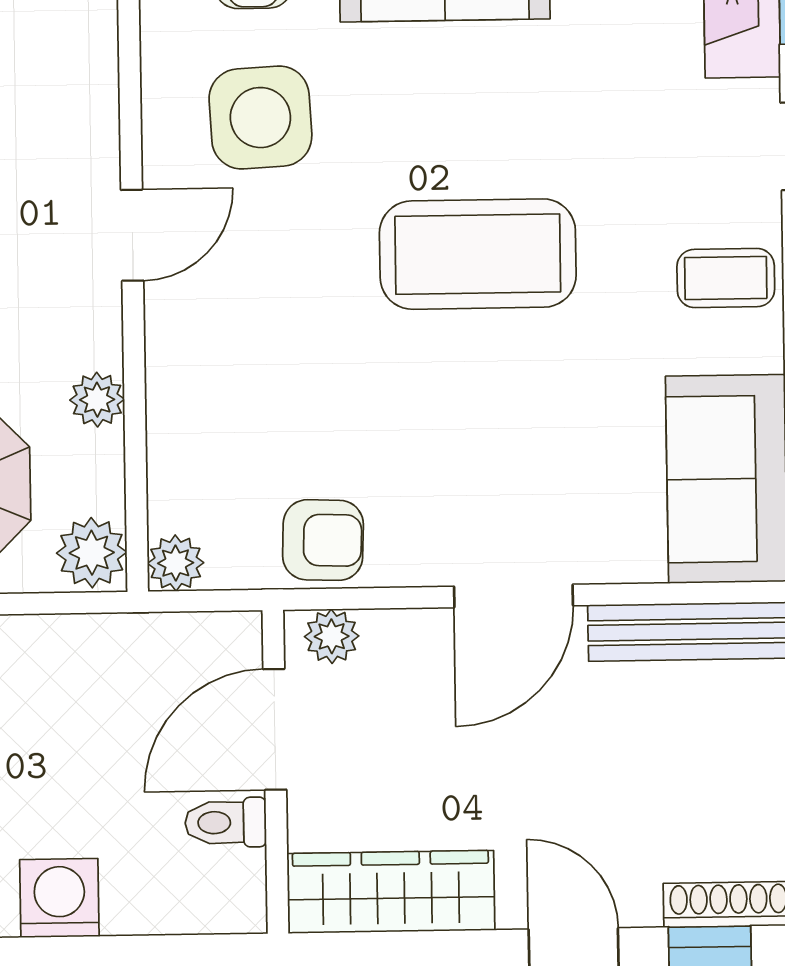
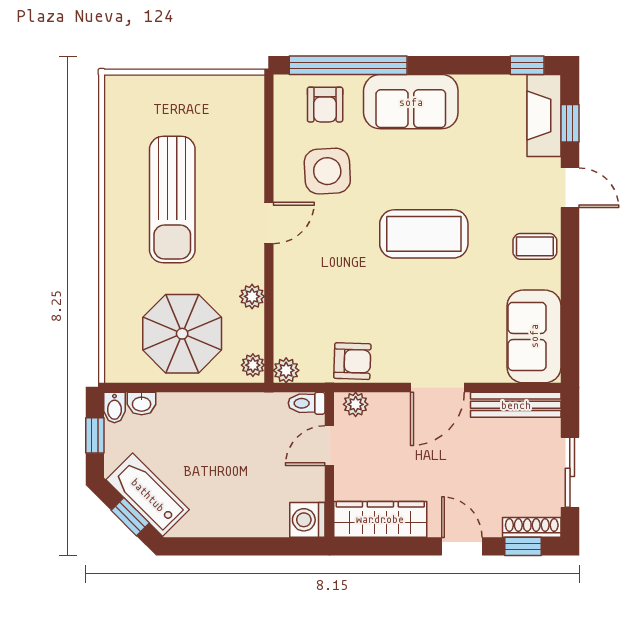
plant: (92, 553) -> (253, 365), width x0.73, depth x0.73
door: (275, 729) -> (329, 446), width x0.73
toilet: (226, 822) -> (307, 403), moved
washing machine: (59, 898) -> (307, 520), moved, turned -90

